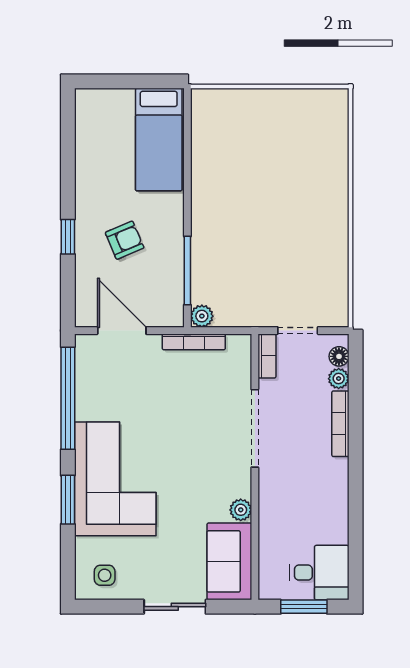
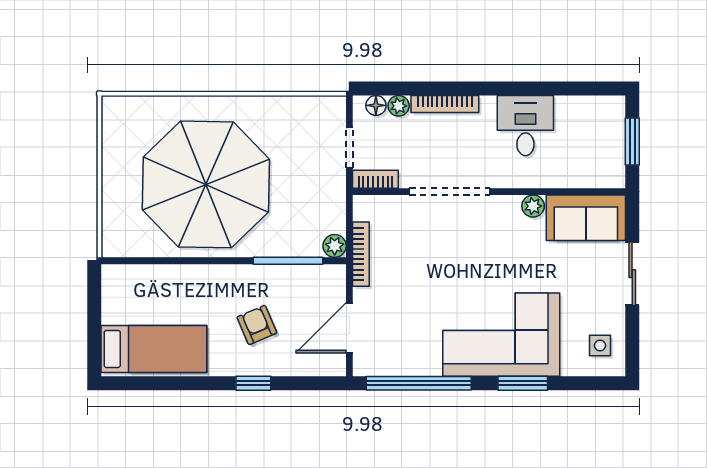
bed: (159, 140) -> (154, 349), moved
parasol: (262, 190) -> (206, 184), added
desk: (319, 573) -> (525, 126), moved

